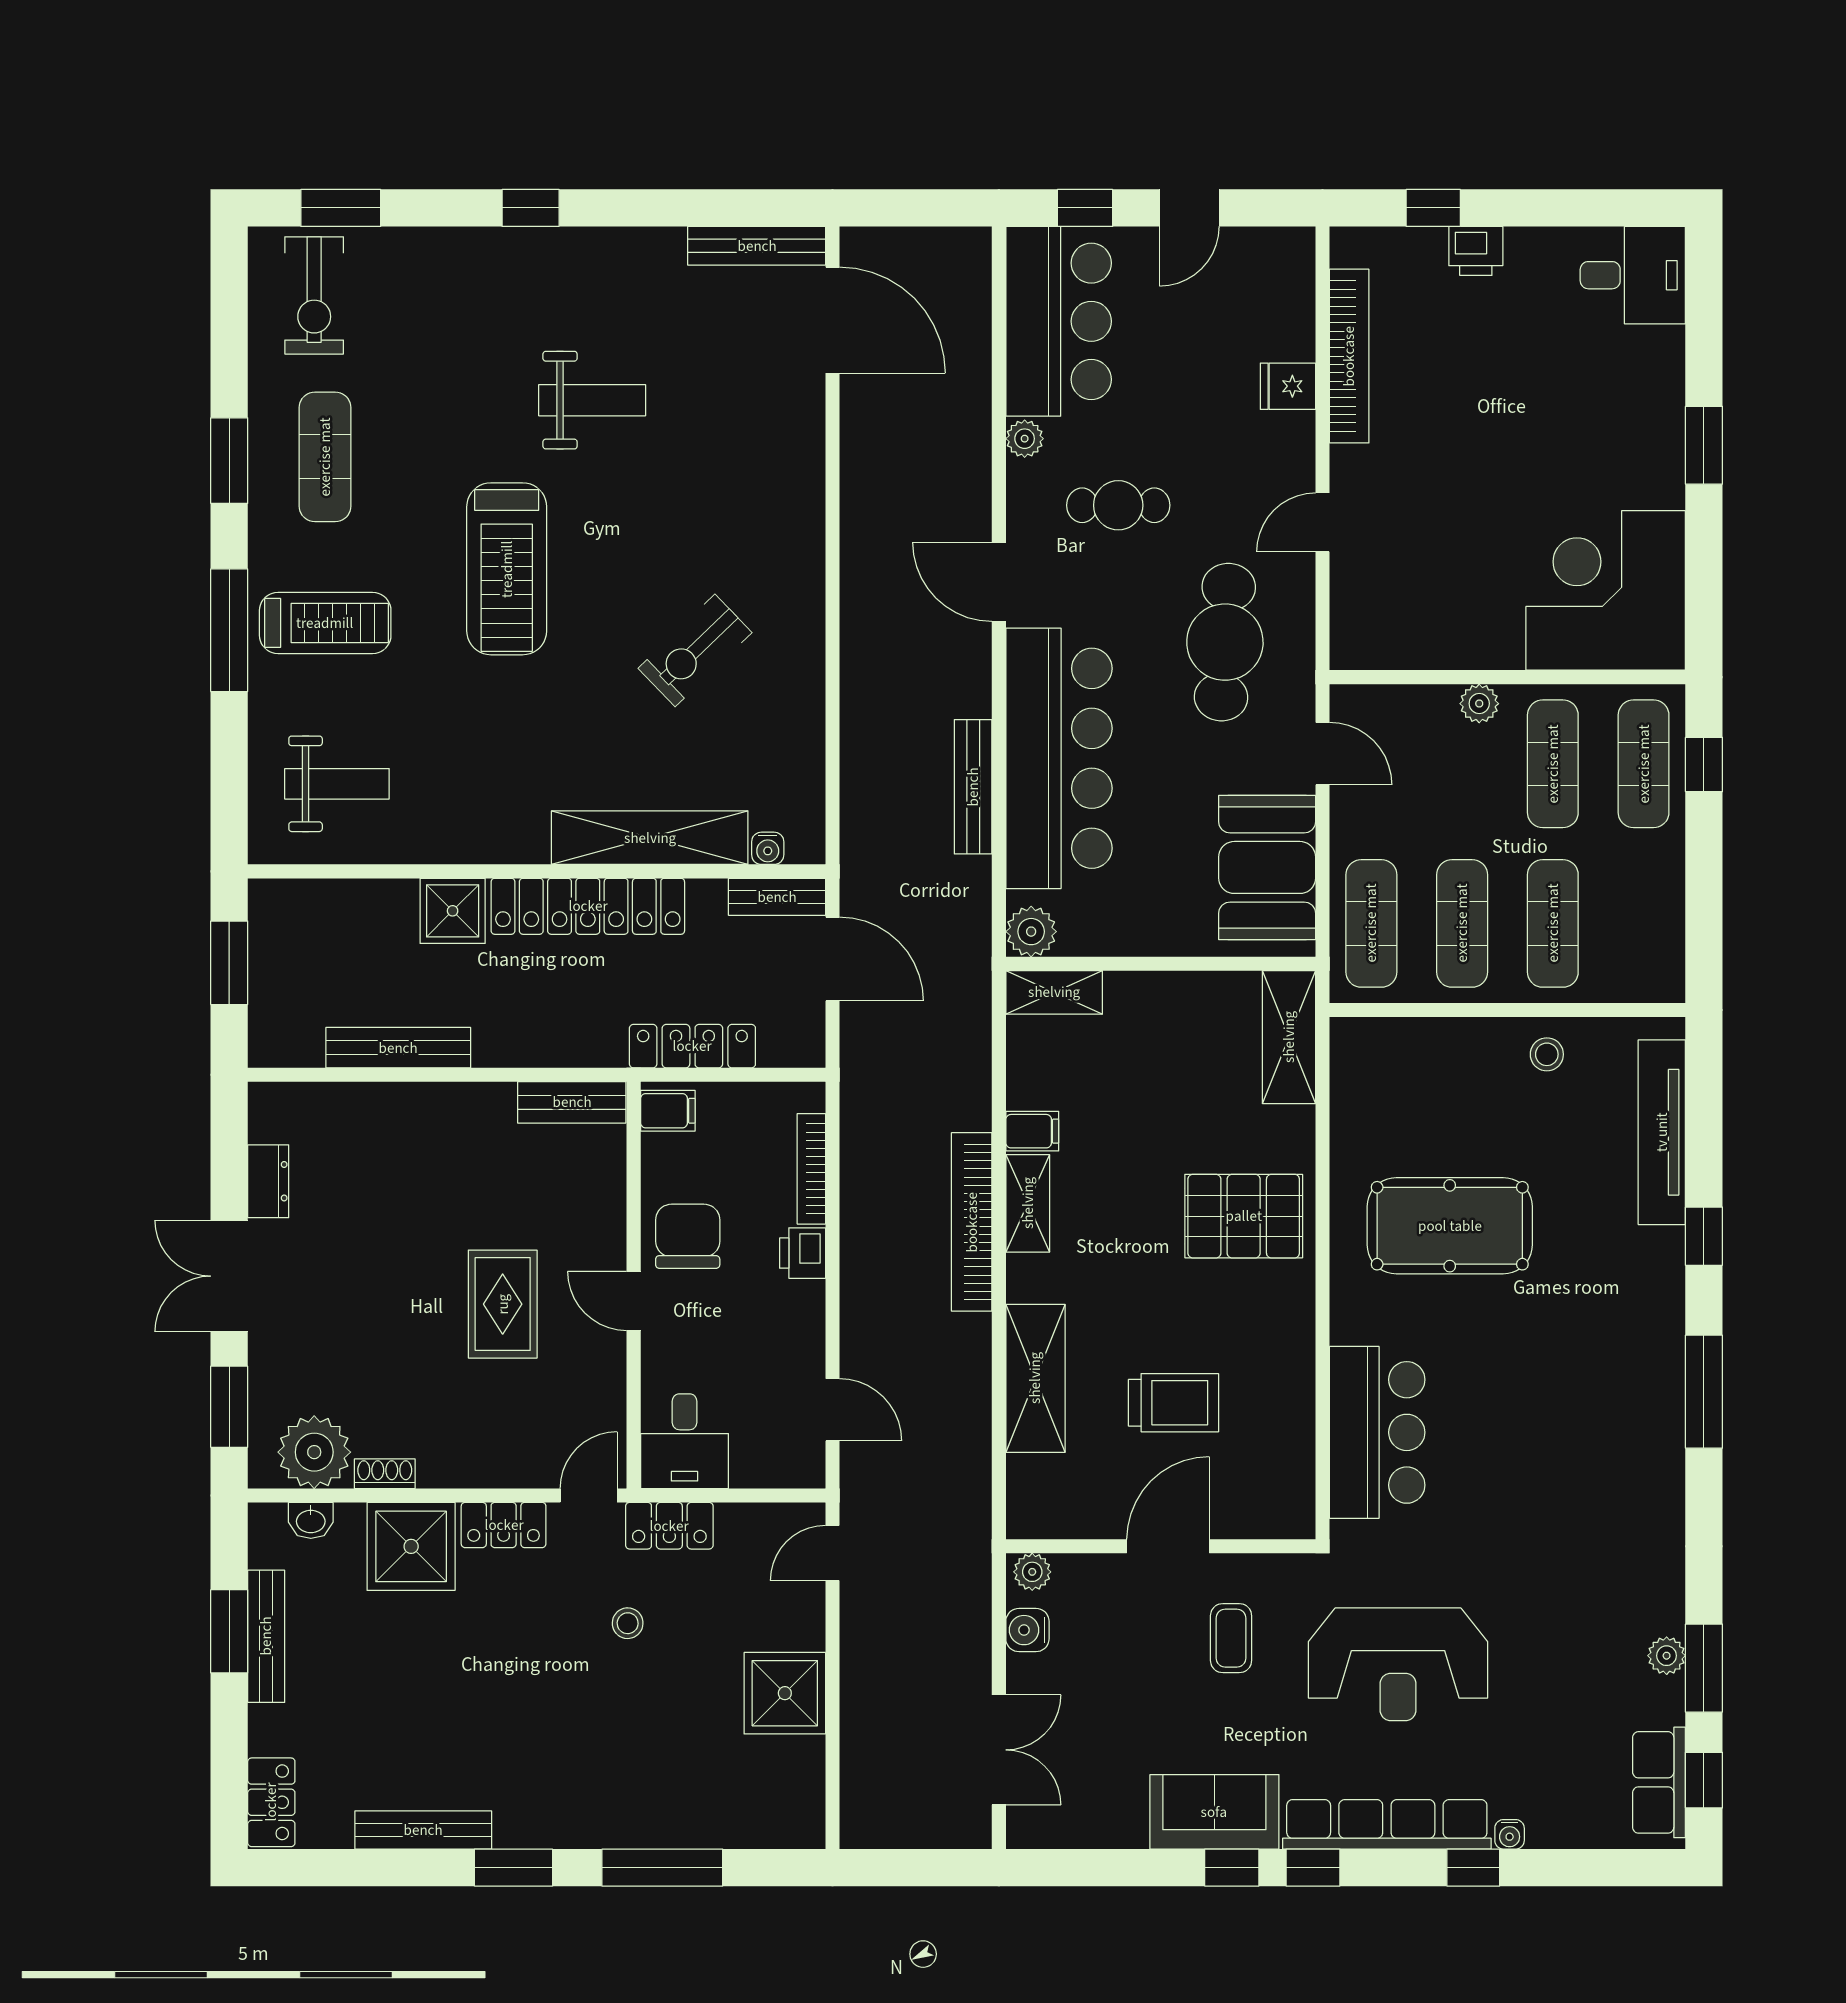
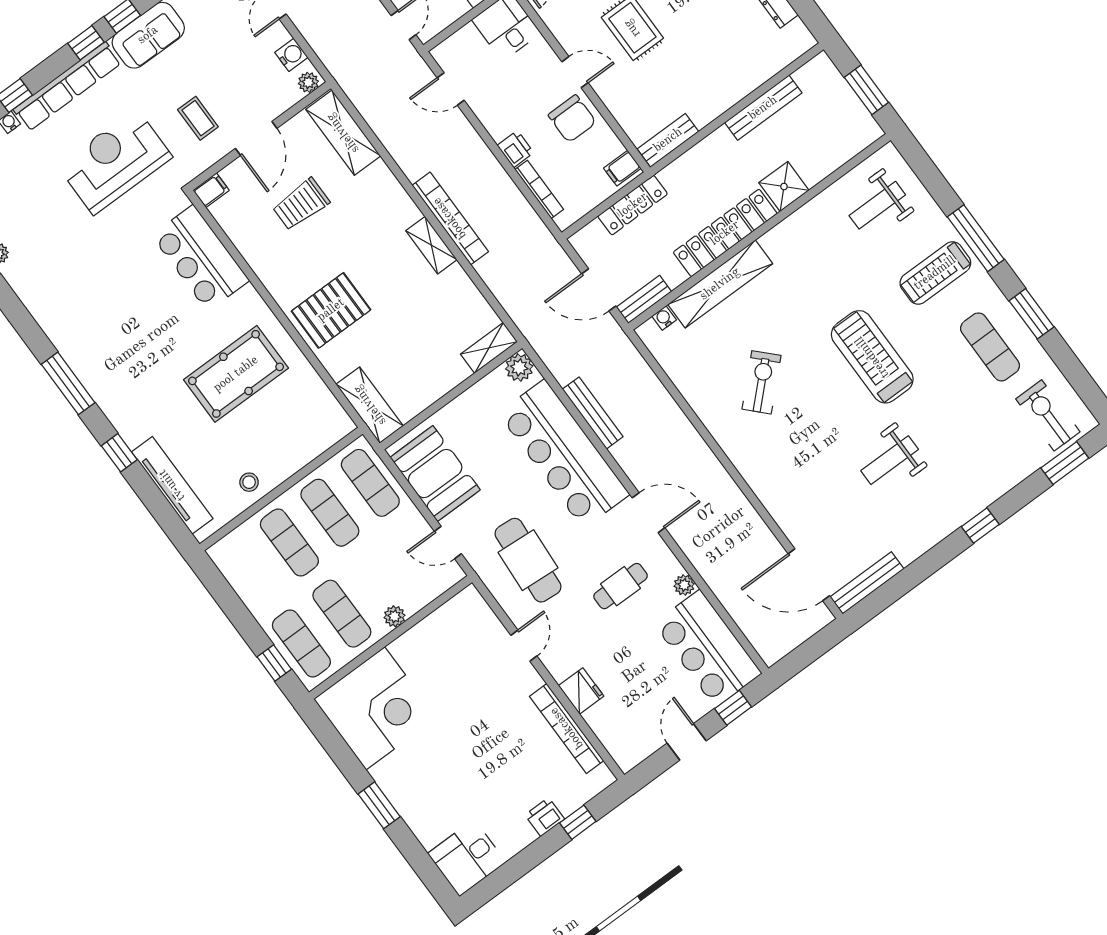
fridge: (1288, 386) -> (581, 691), width x1.38
filing cabinet: (1032, 1131) -> (211, 190), moved, turned 180
shelving: (1035, 1378) -> (343, 133), moved

